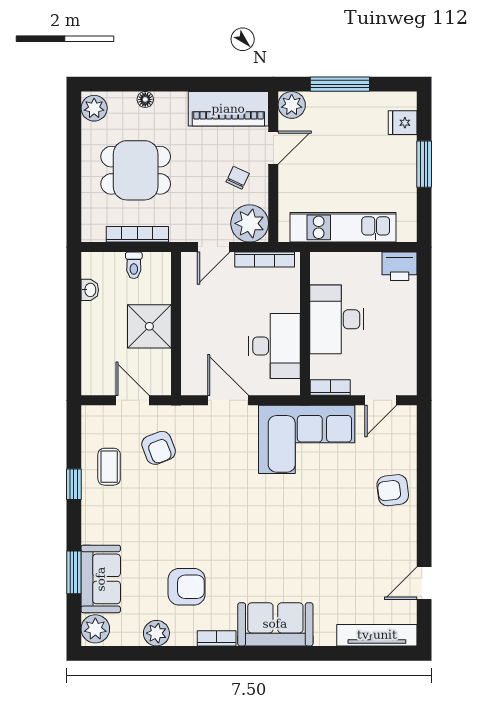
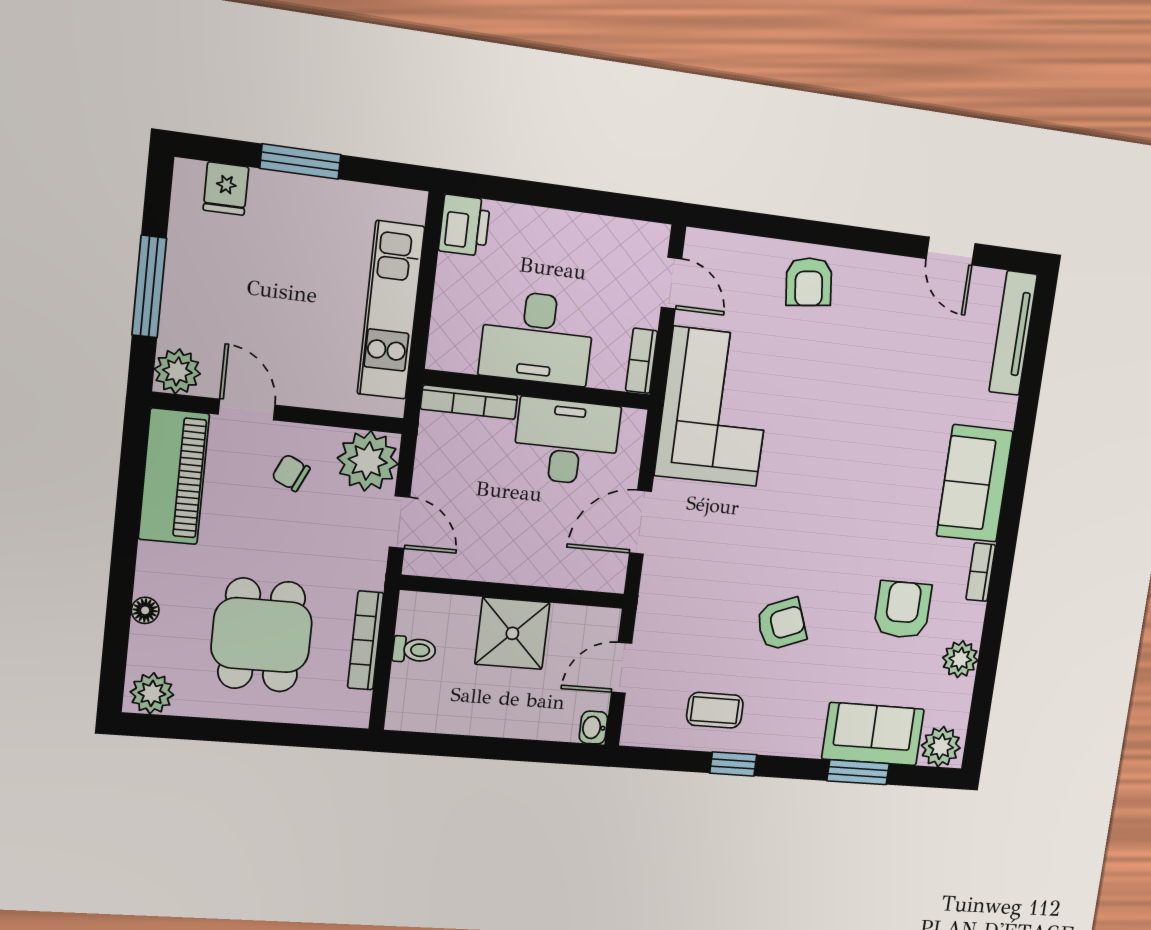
bookcase: (265, 260) -> (469, 402), moved, turned 90
washbasin: (90, 290) -> (593, 728), moved, turned -90
armchair: (159, 448) -> (781, 624), moved

